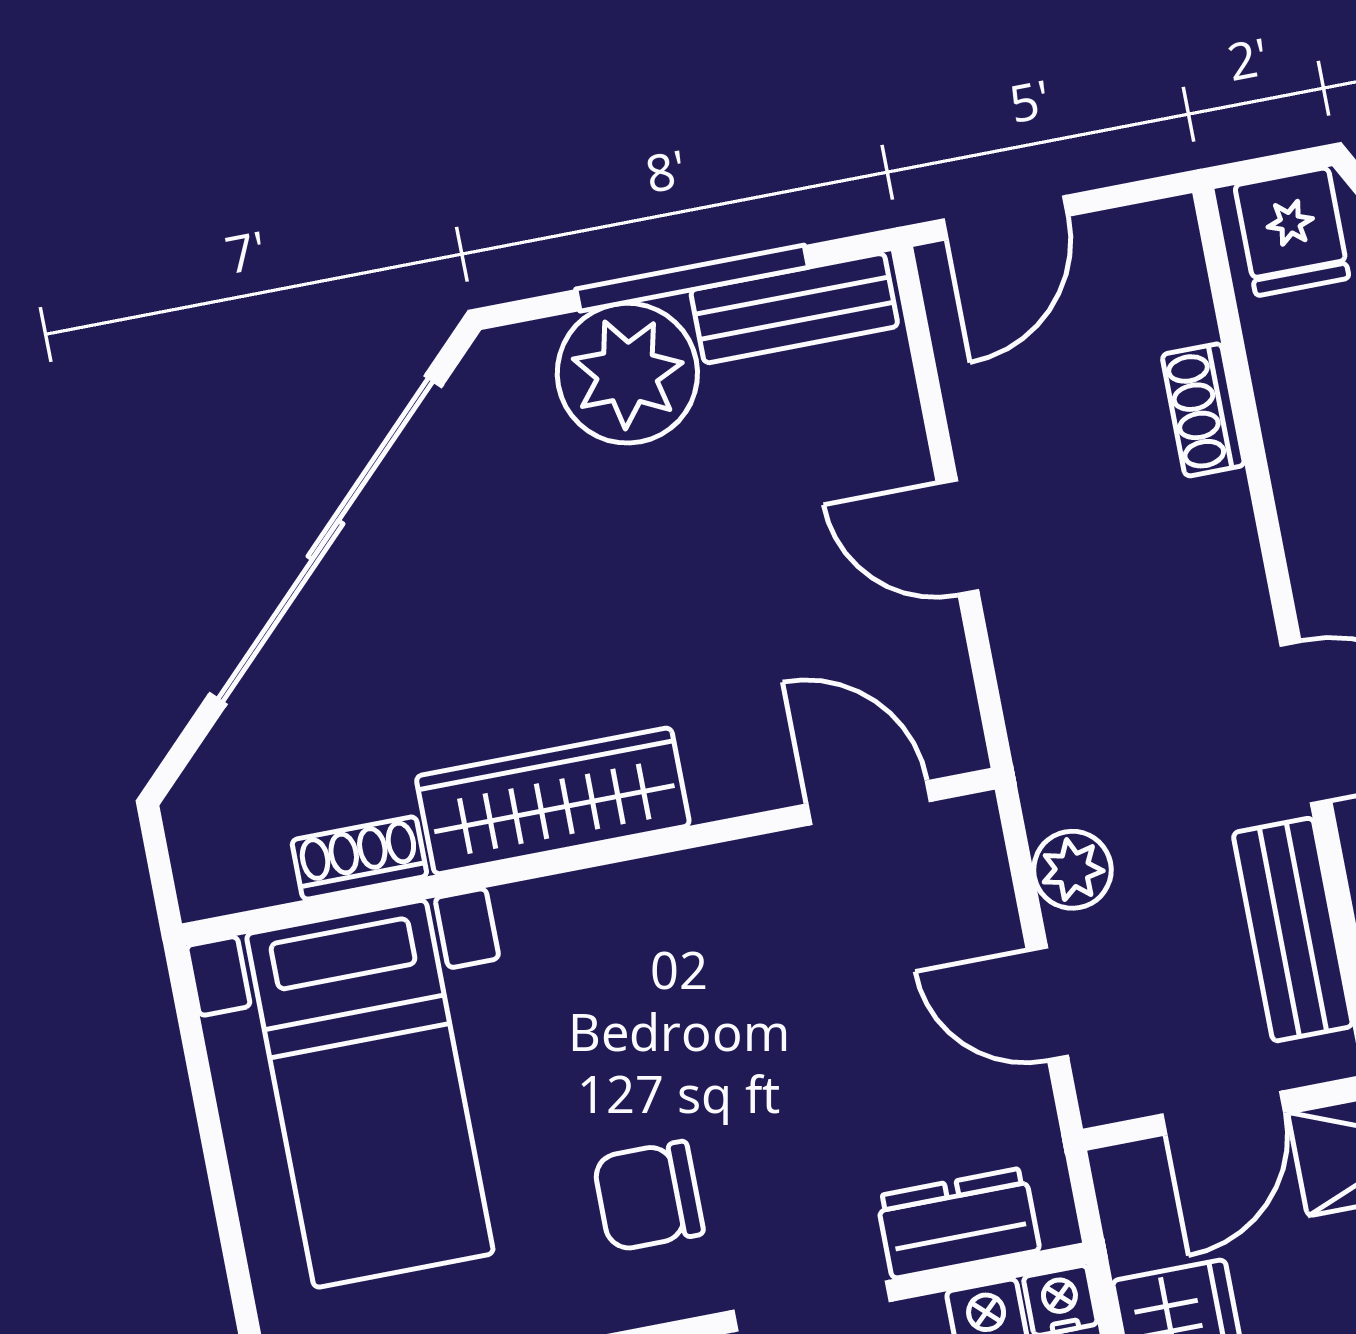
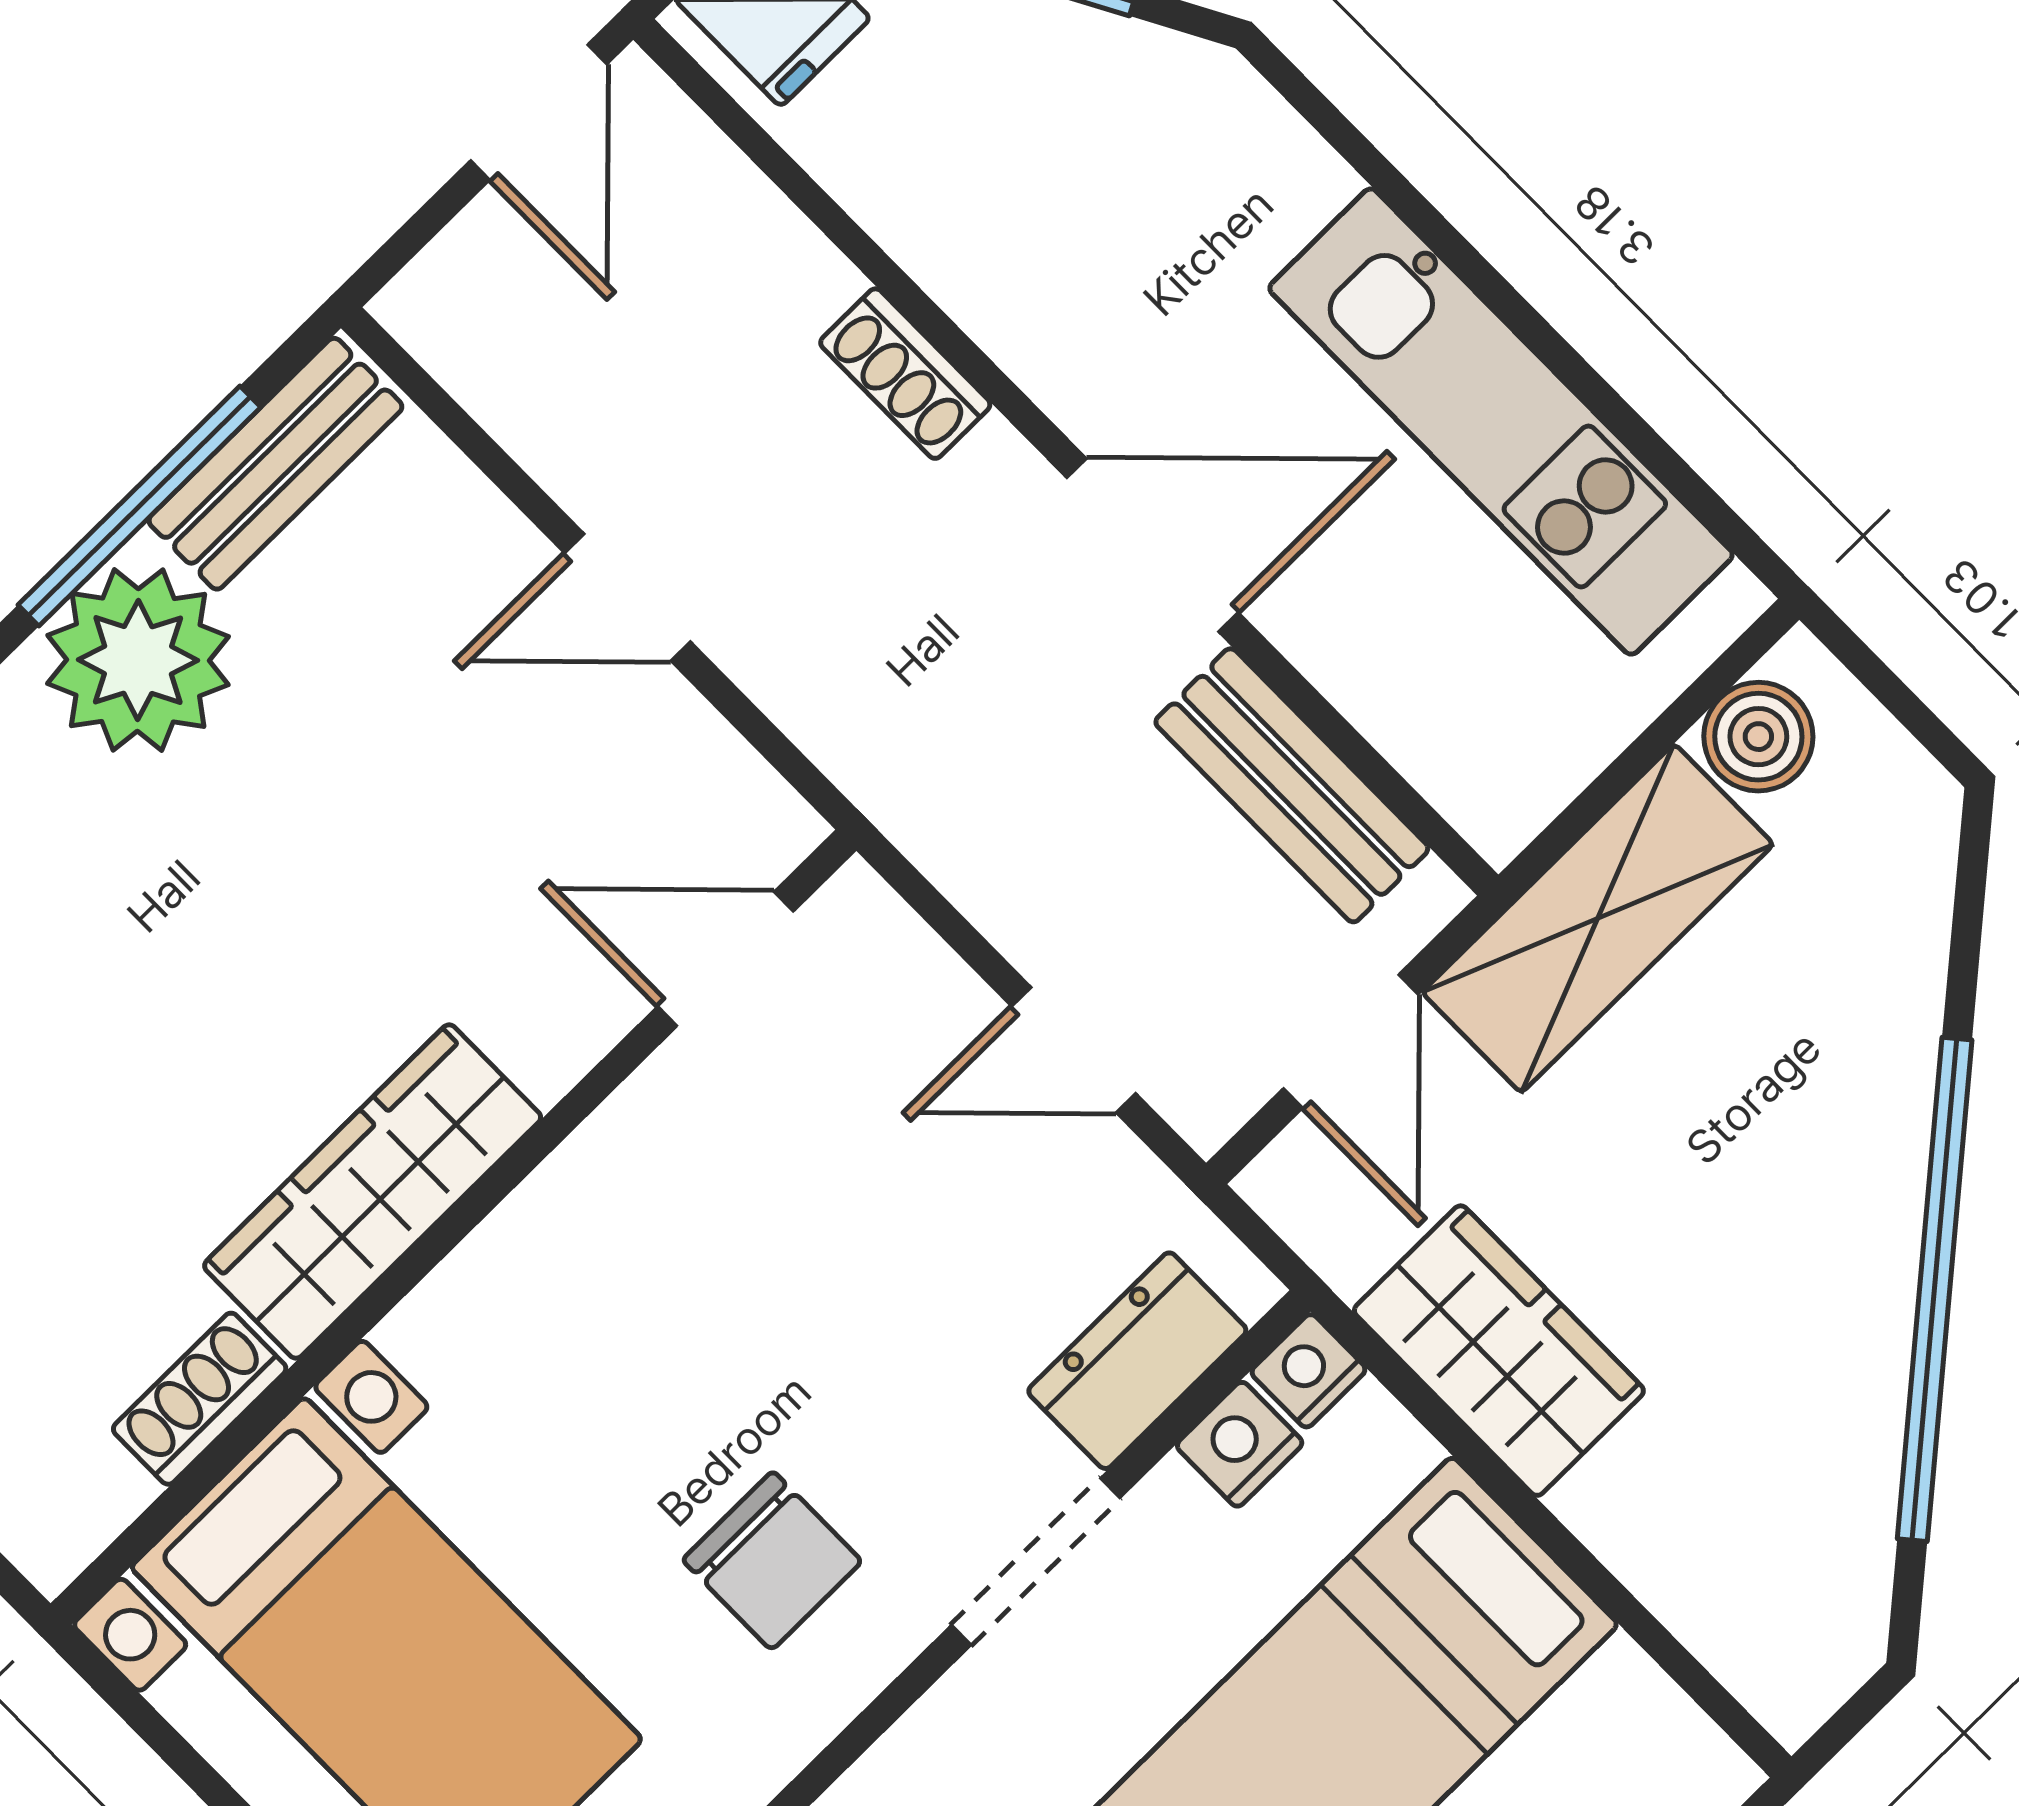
door: (1005, 218) -> (539, 112), moved
shoe rack: (1203, 410) -> (905, 374), moved
plant: (1072, 870) -> (1002, 882), removed
chair: (648, 1196) -> (772, 1561), turned -90

